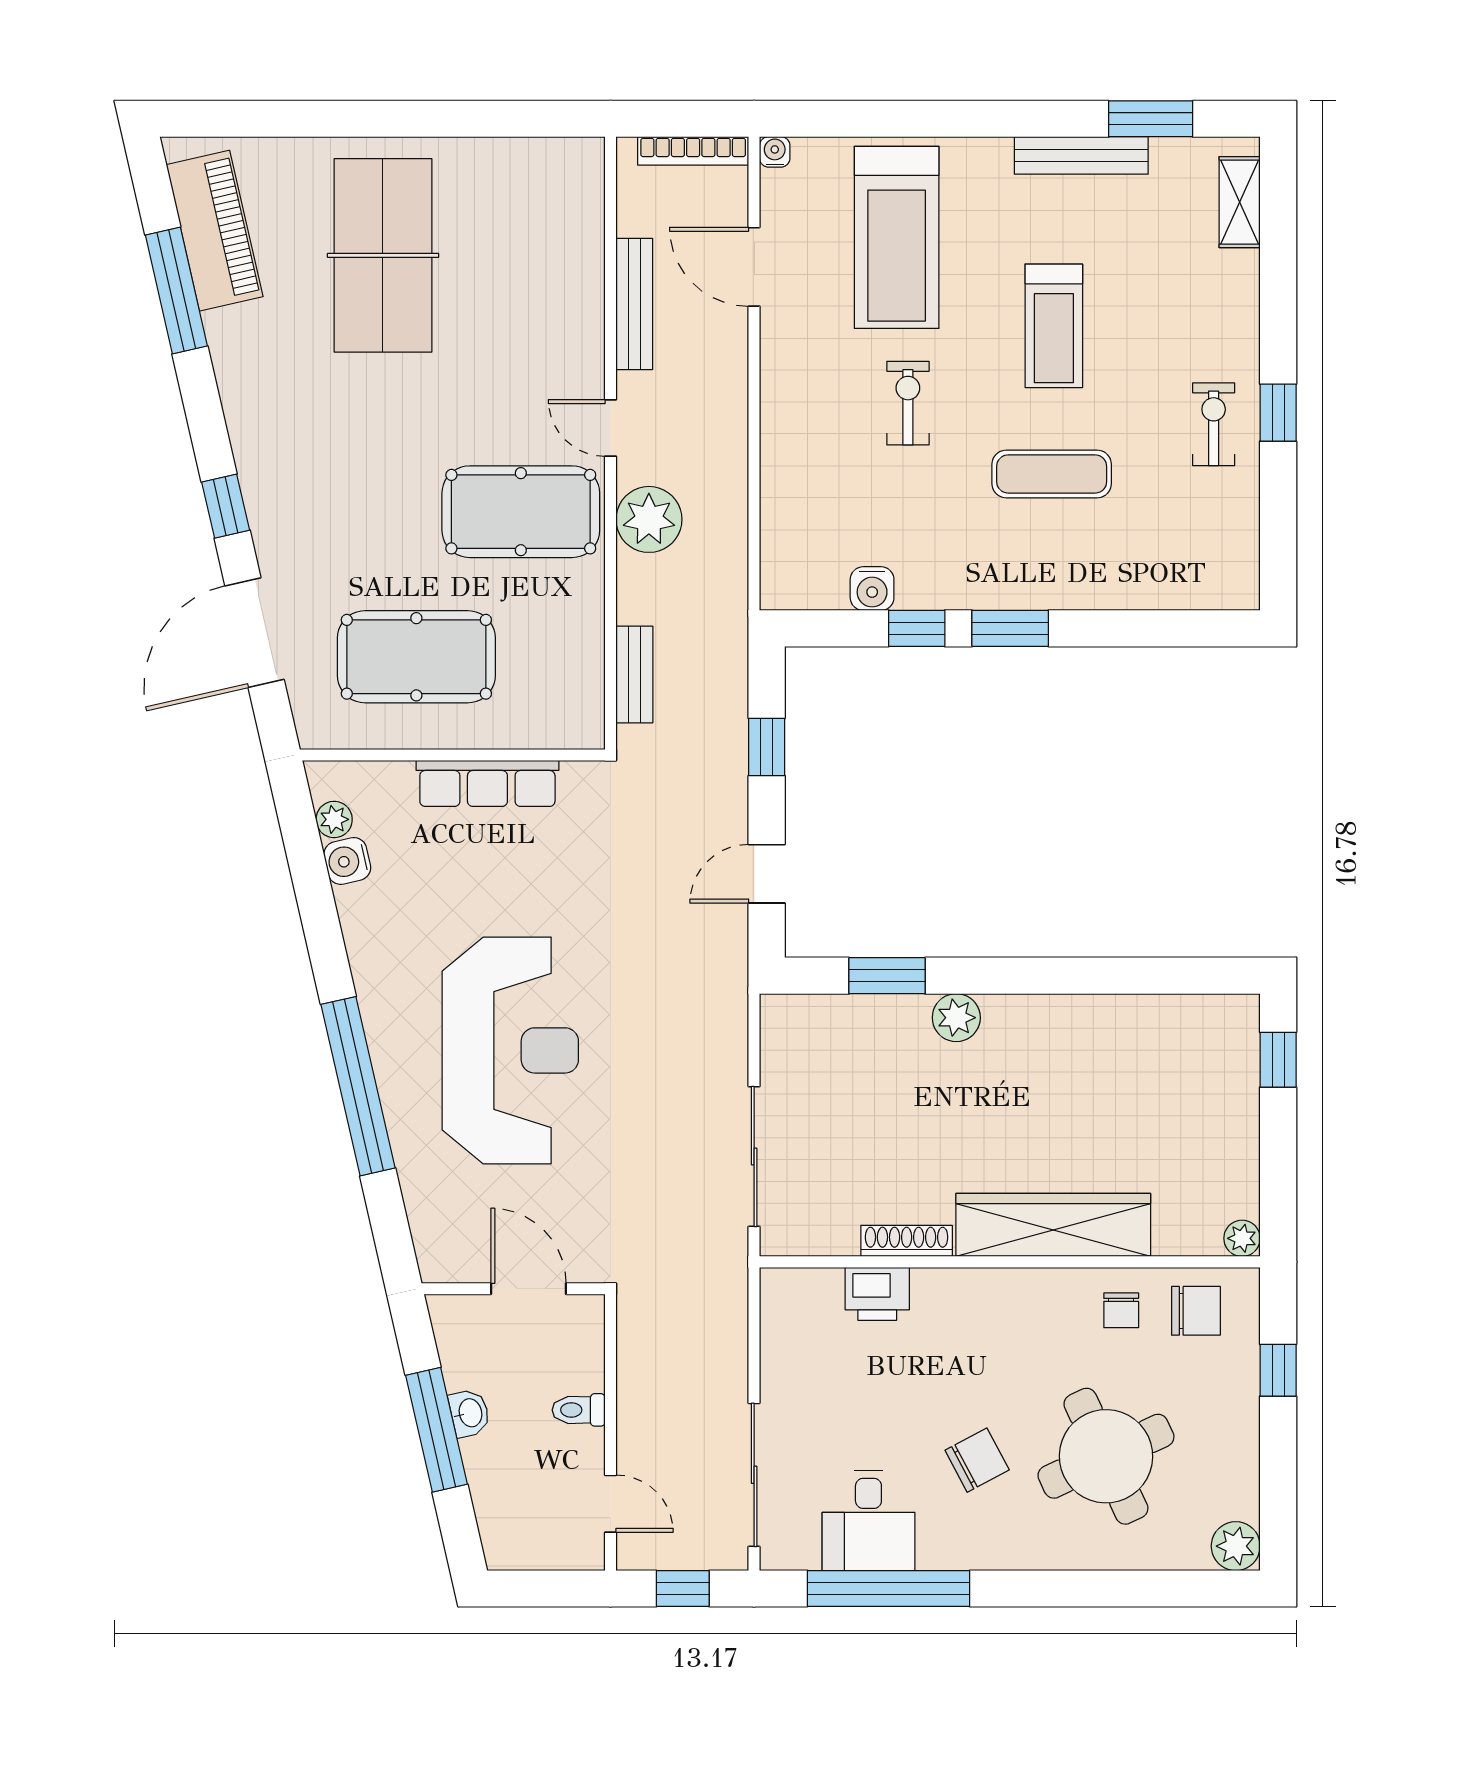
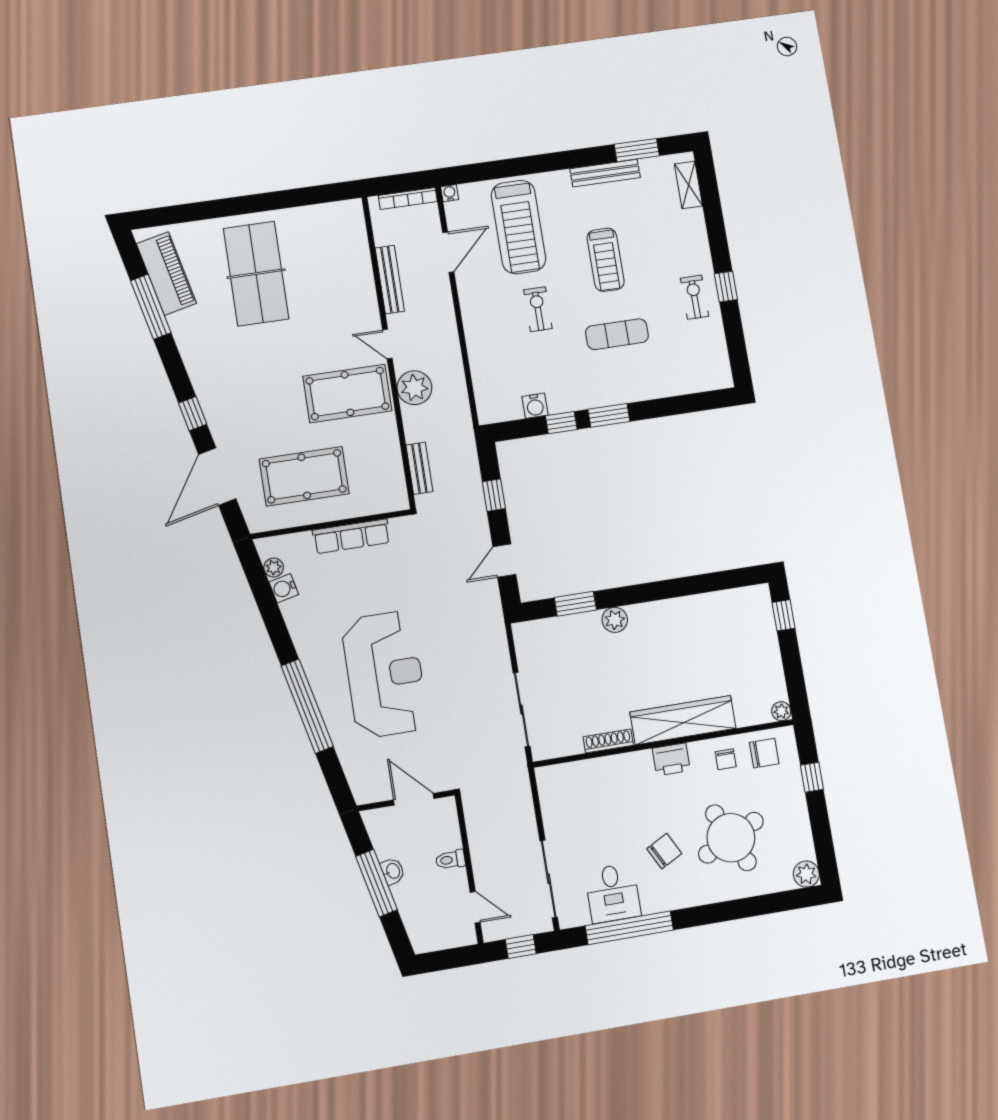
door: (754, 267) -> (448, 252), swing flipped
printer: (877, 1294) -> (671, 759), moved

